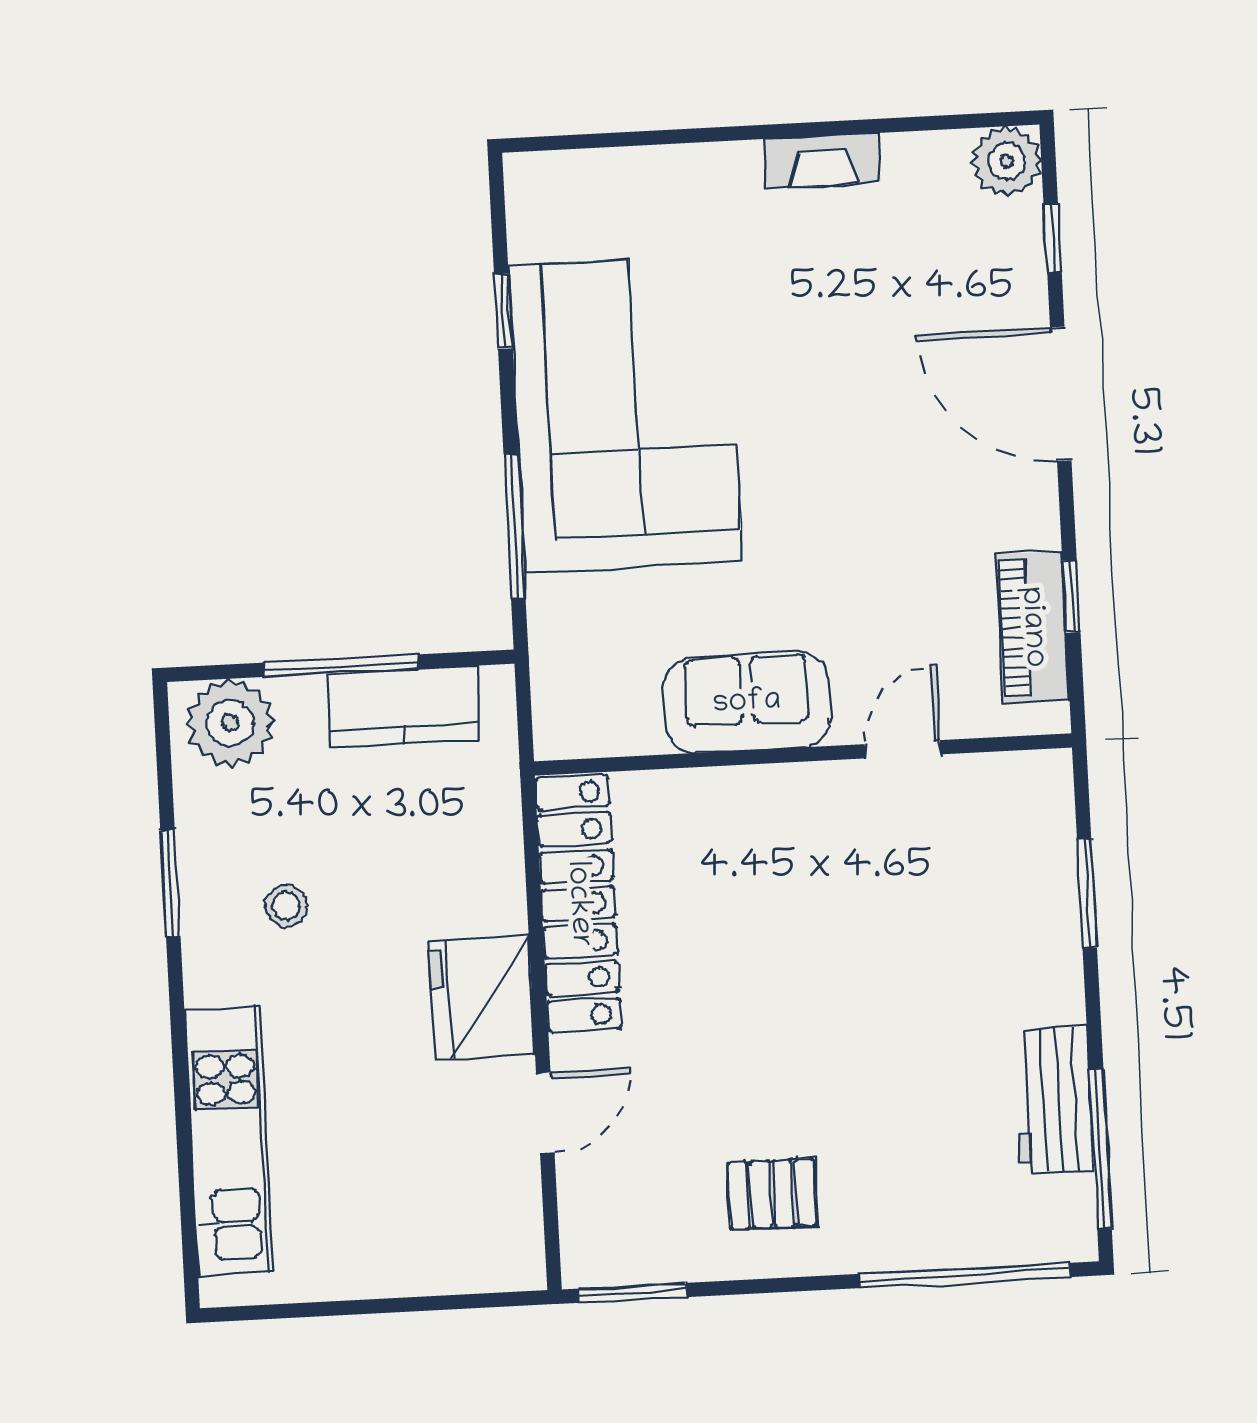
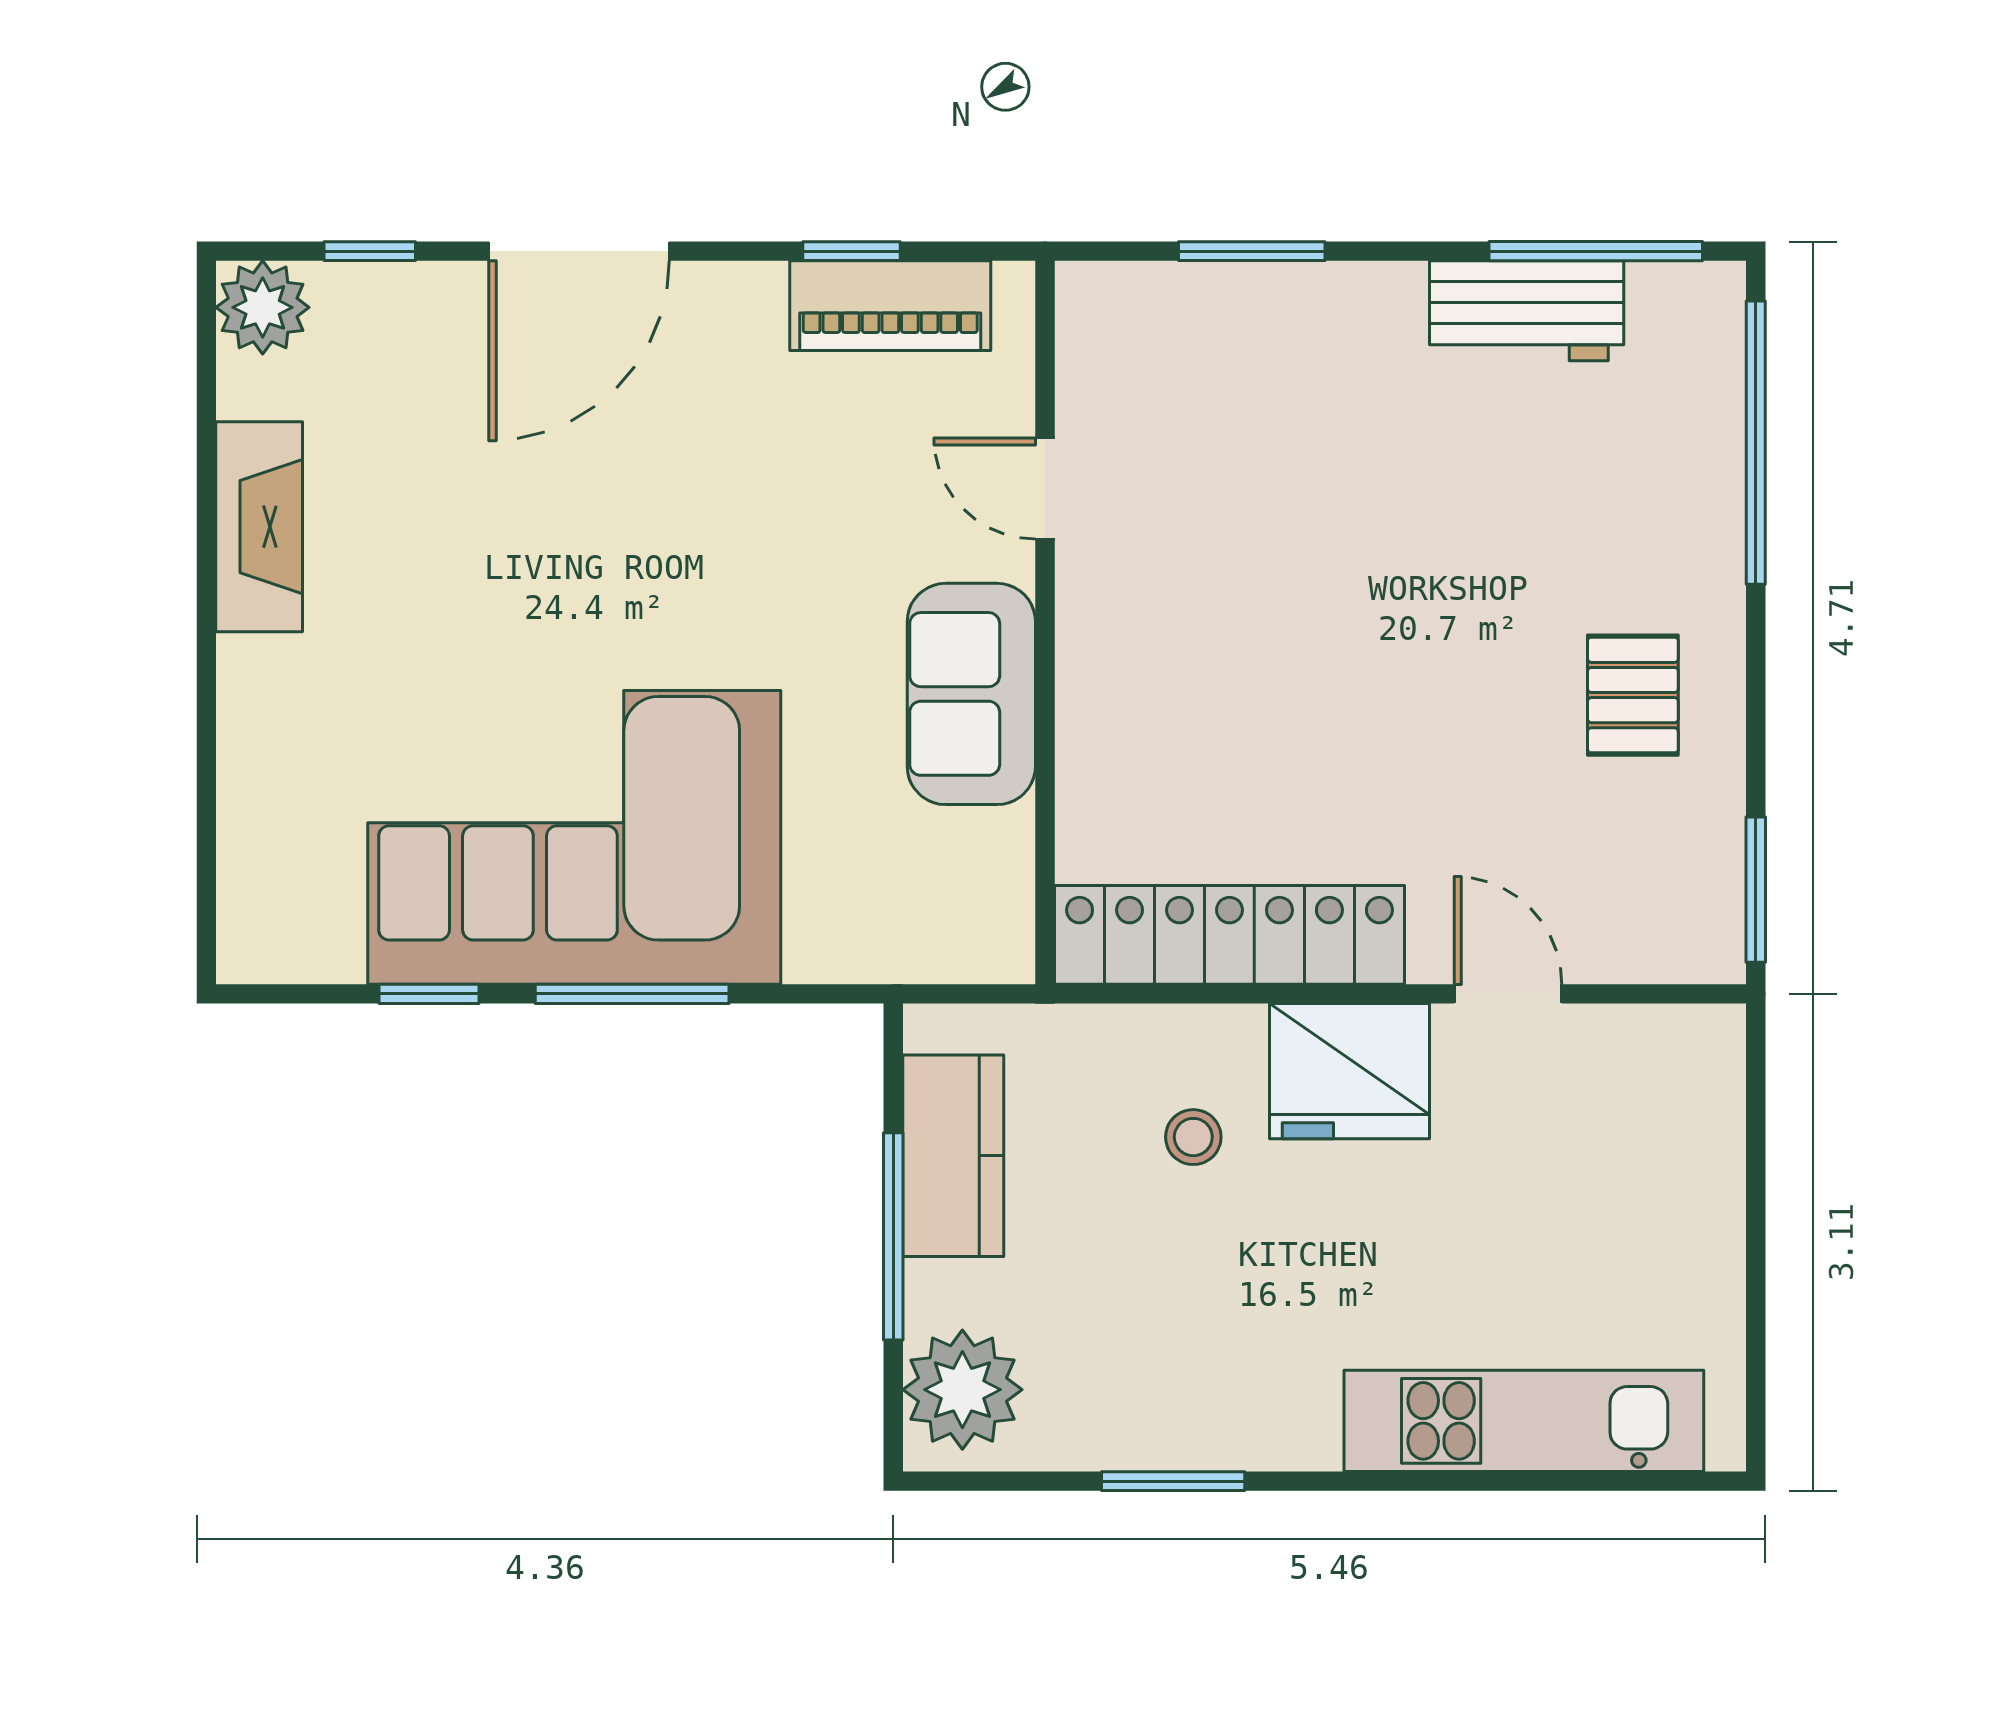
fireplace: (822, 160) -> (259, 527), width x1.37, depth x1.32
window: (515, 526) -> (632, 994), moved
stool: (286, 906) -> (1193, 1137), moved

